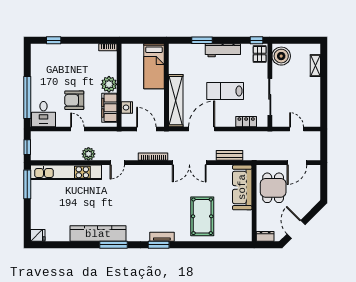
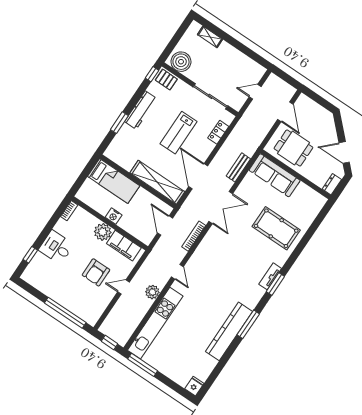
nightstand: (127, 108) -> (114, 216), moved
desk: (43, 114) -> (56, 247), moved, turned 180
door: (146, 129) -> (165, 226), hinge flipped

